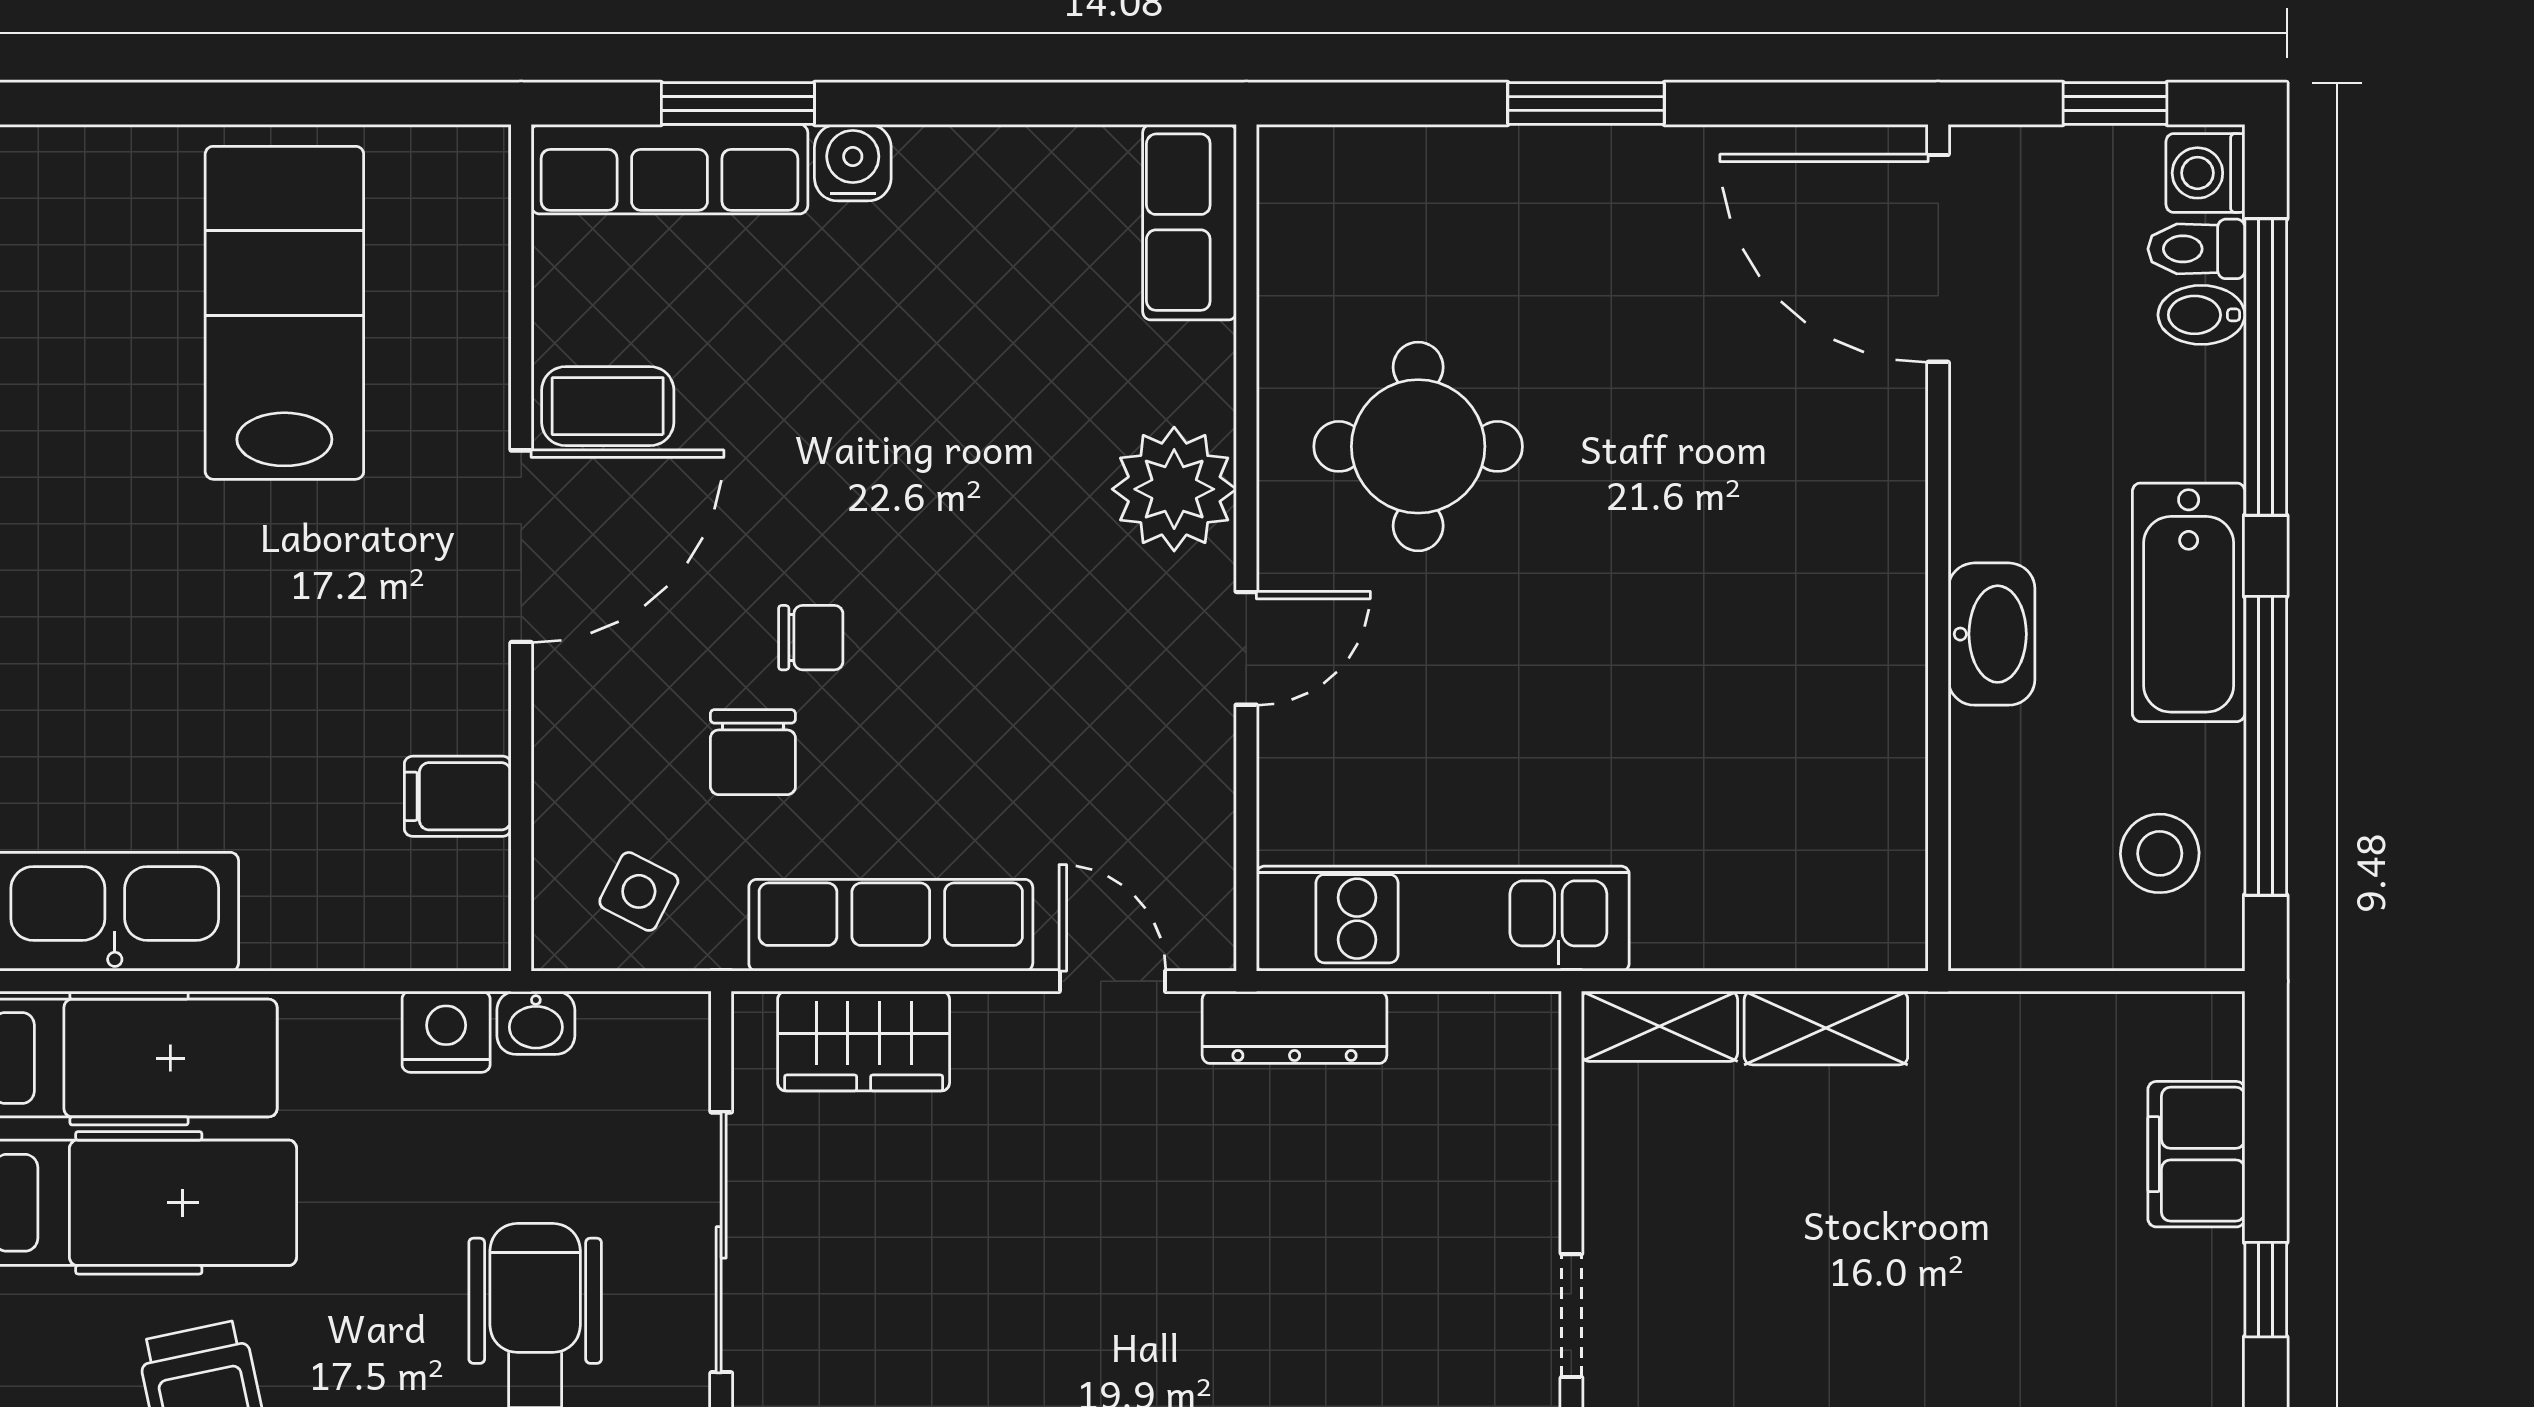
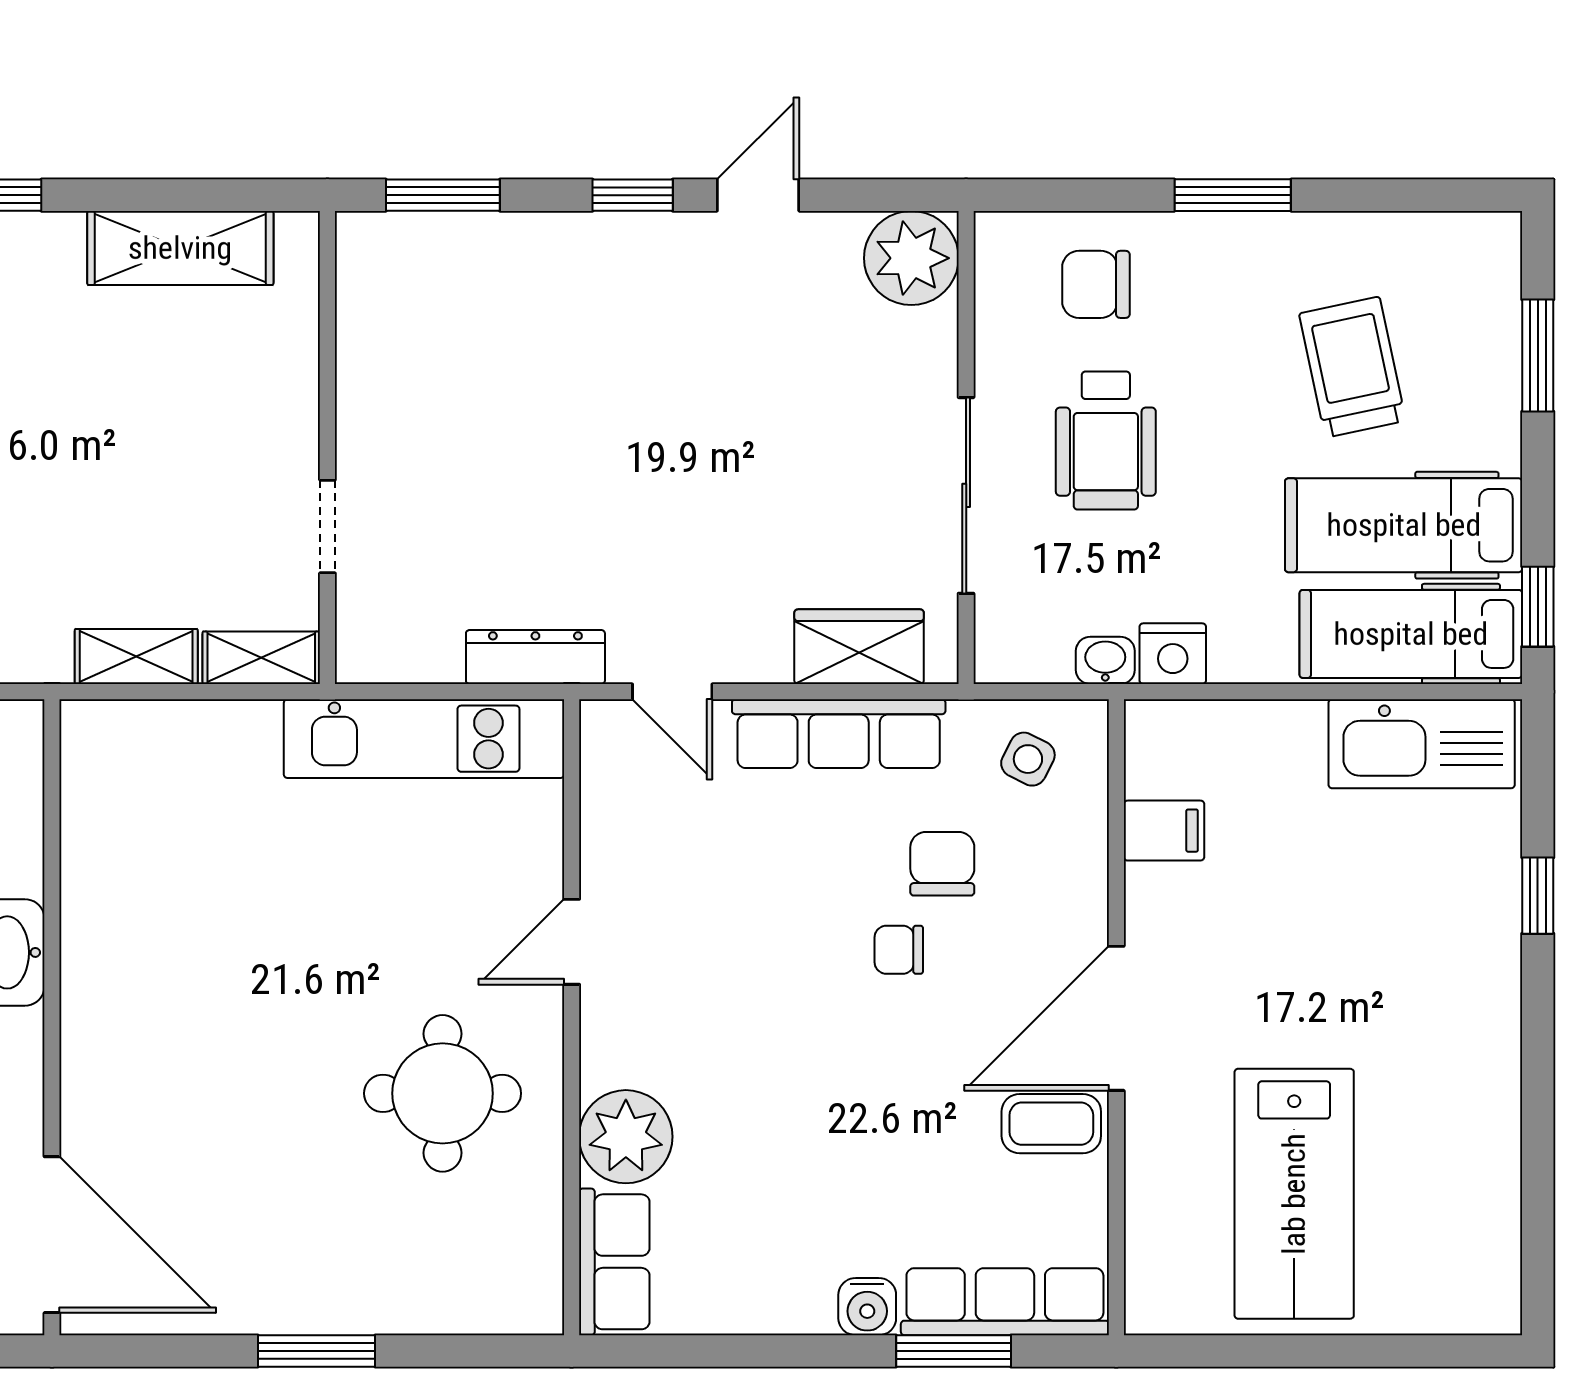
plant: (1174, 489) -> (626, 1137), moved
doorway: (1571, 1316) -> (327, 527), moved

